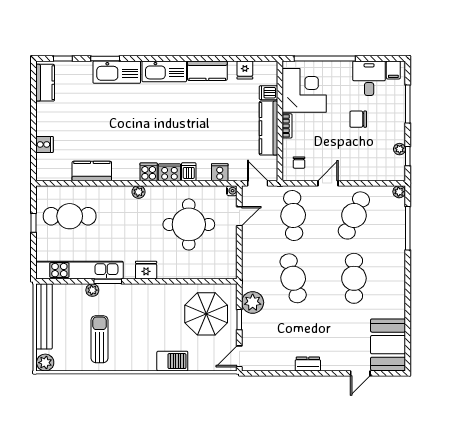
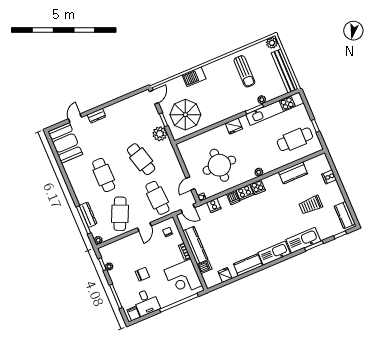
trolley: (86, 117) -> (311, 205), added
dresser: (398, 233) -> (88, 215), added
dresser: (308, 364) -> (97, 116), moved

